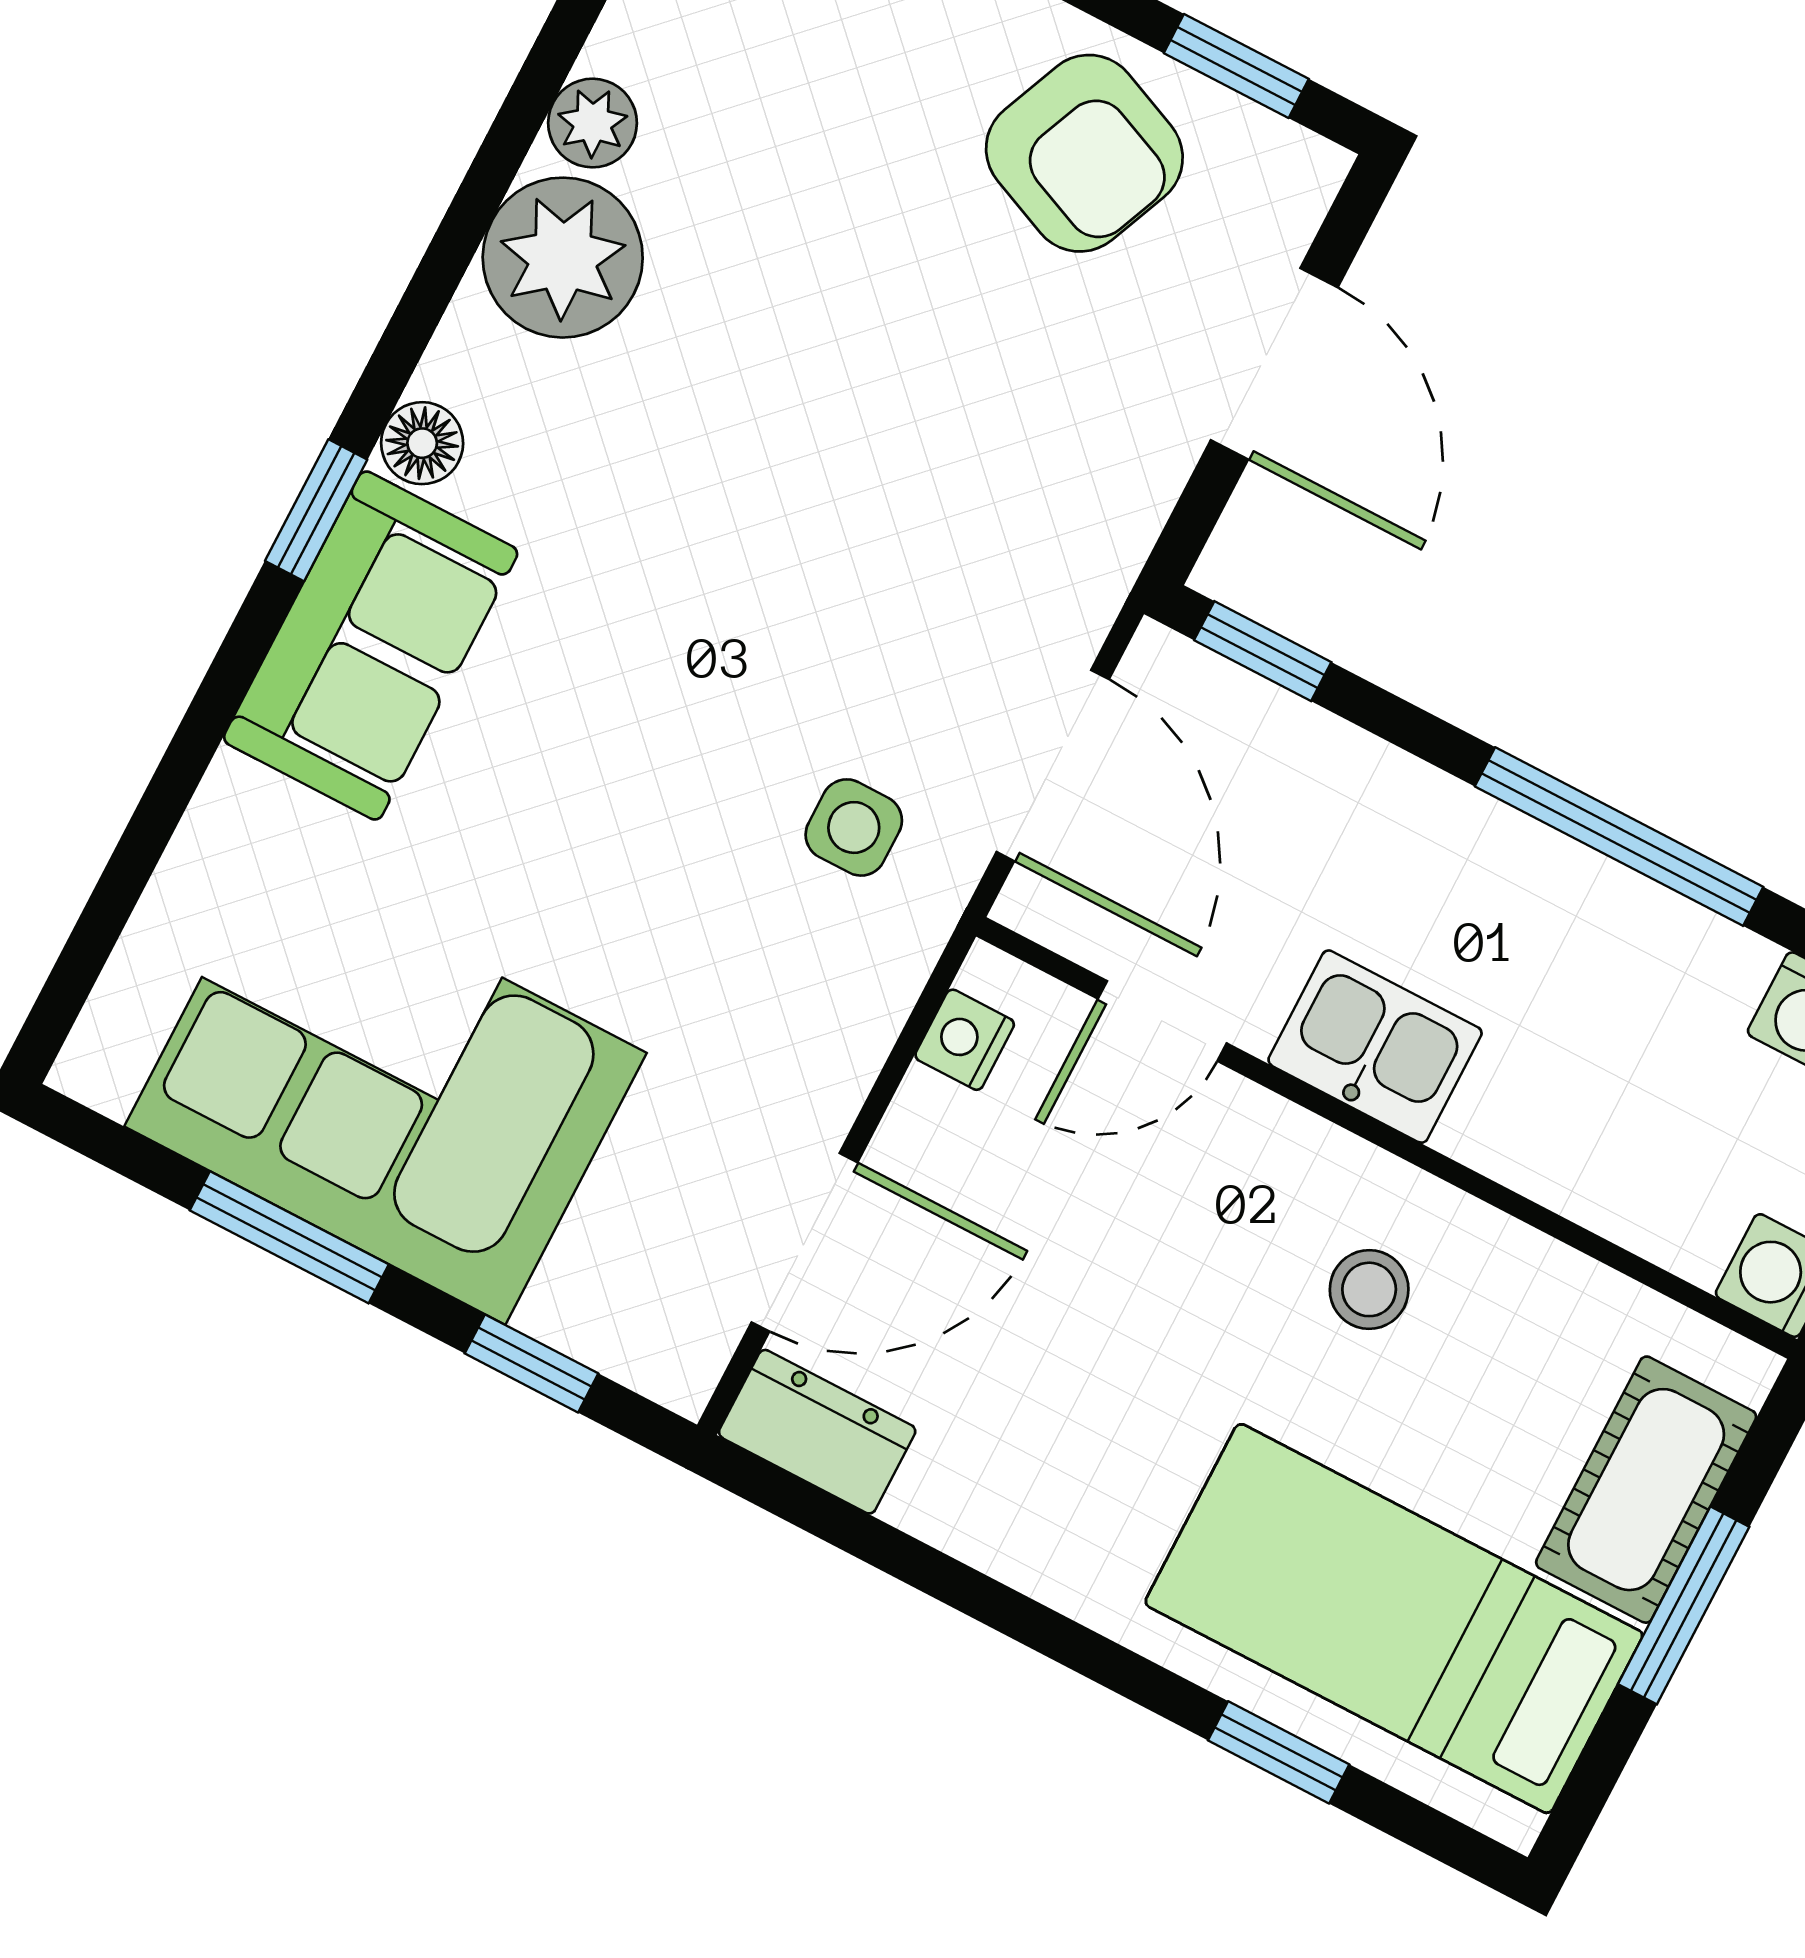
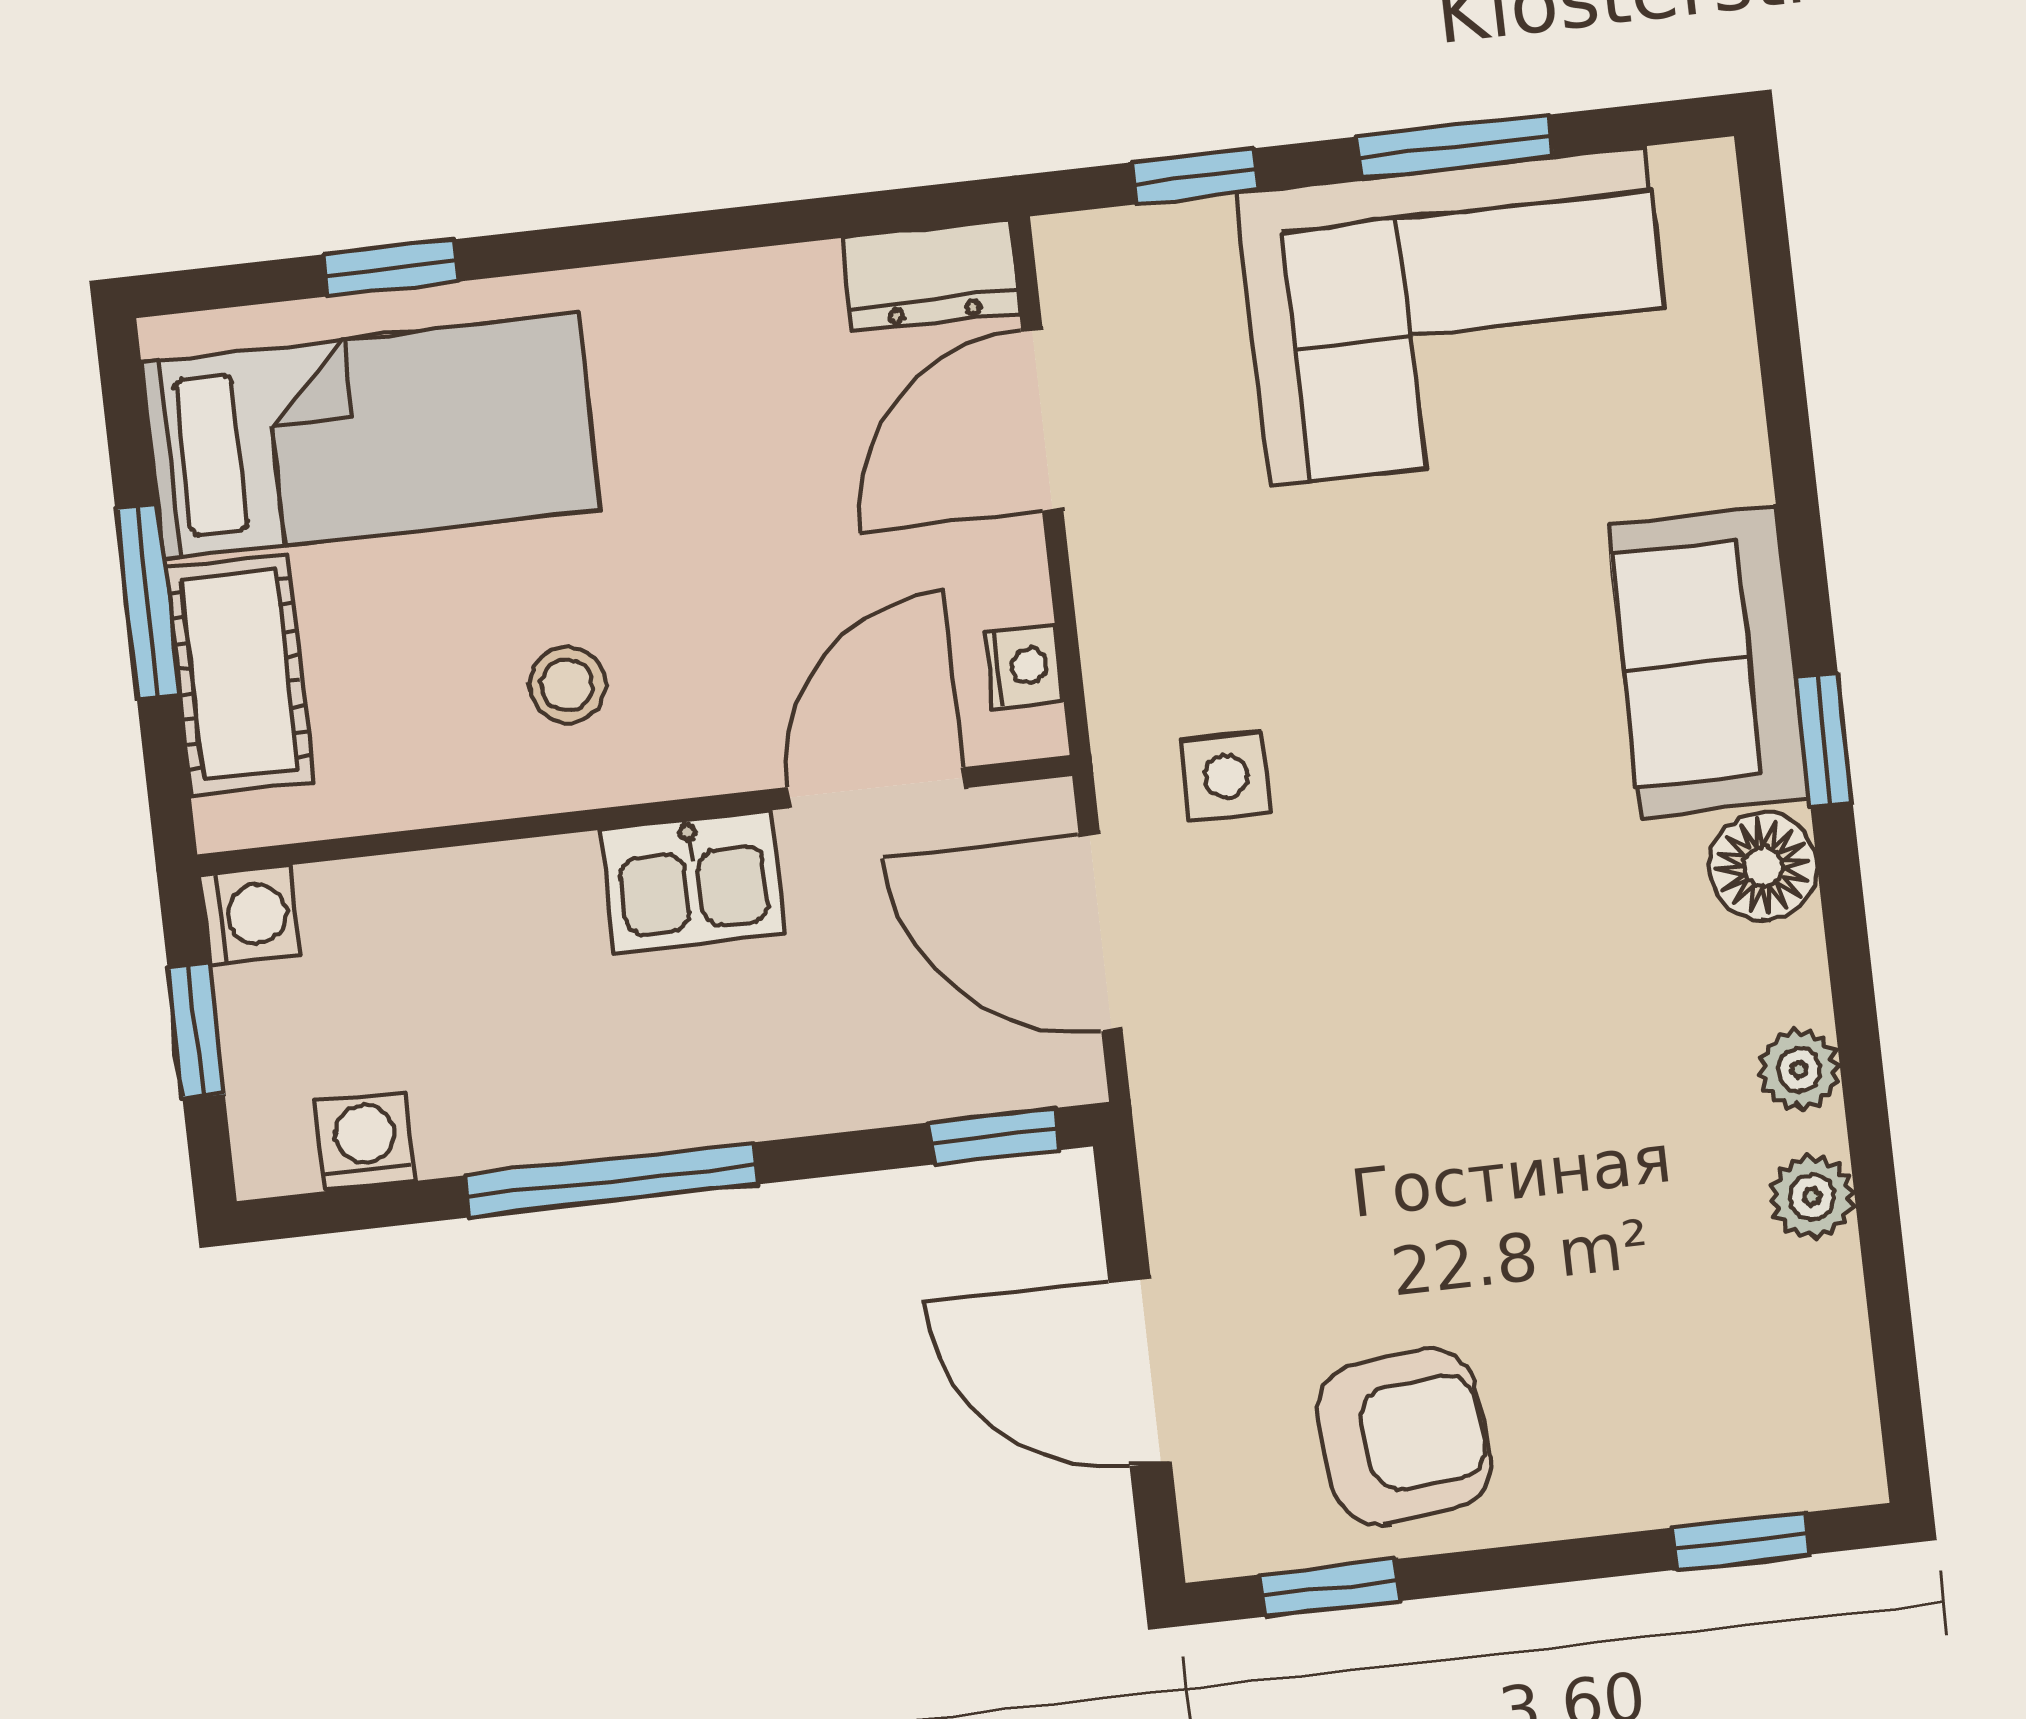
armchair: (1084, 153) -> (1404, 1437), turned 151
plant: (563, 258) -> (1799, 1070), width x0.53, depth x0.53
floor lamp: (422, 443) -> (1763, 866), width x1.37, depth x1.37
door: (1162, 1021) -> (876, 788), width x1.38

